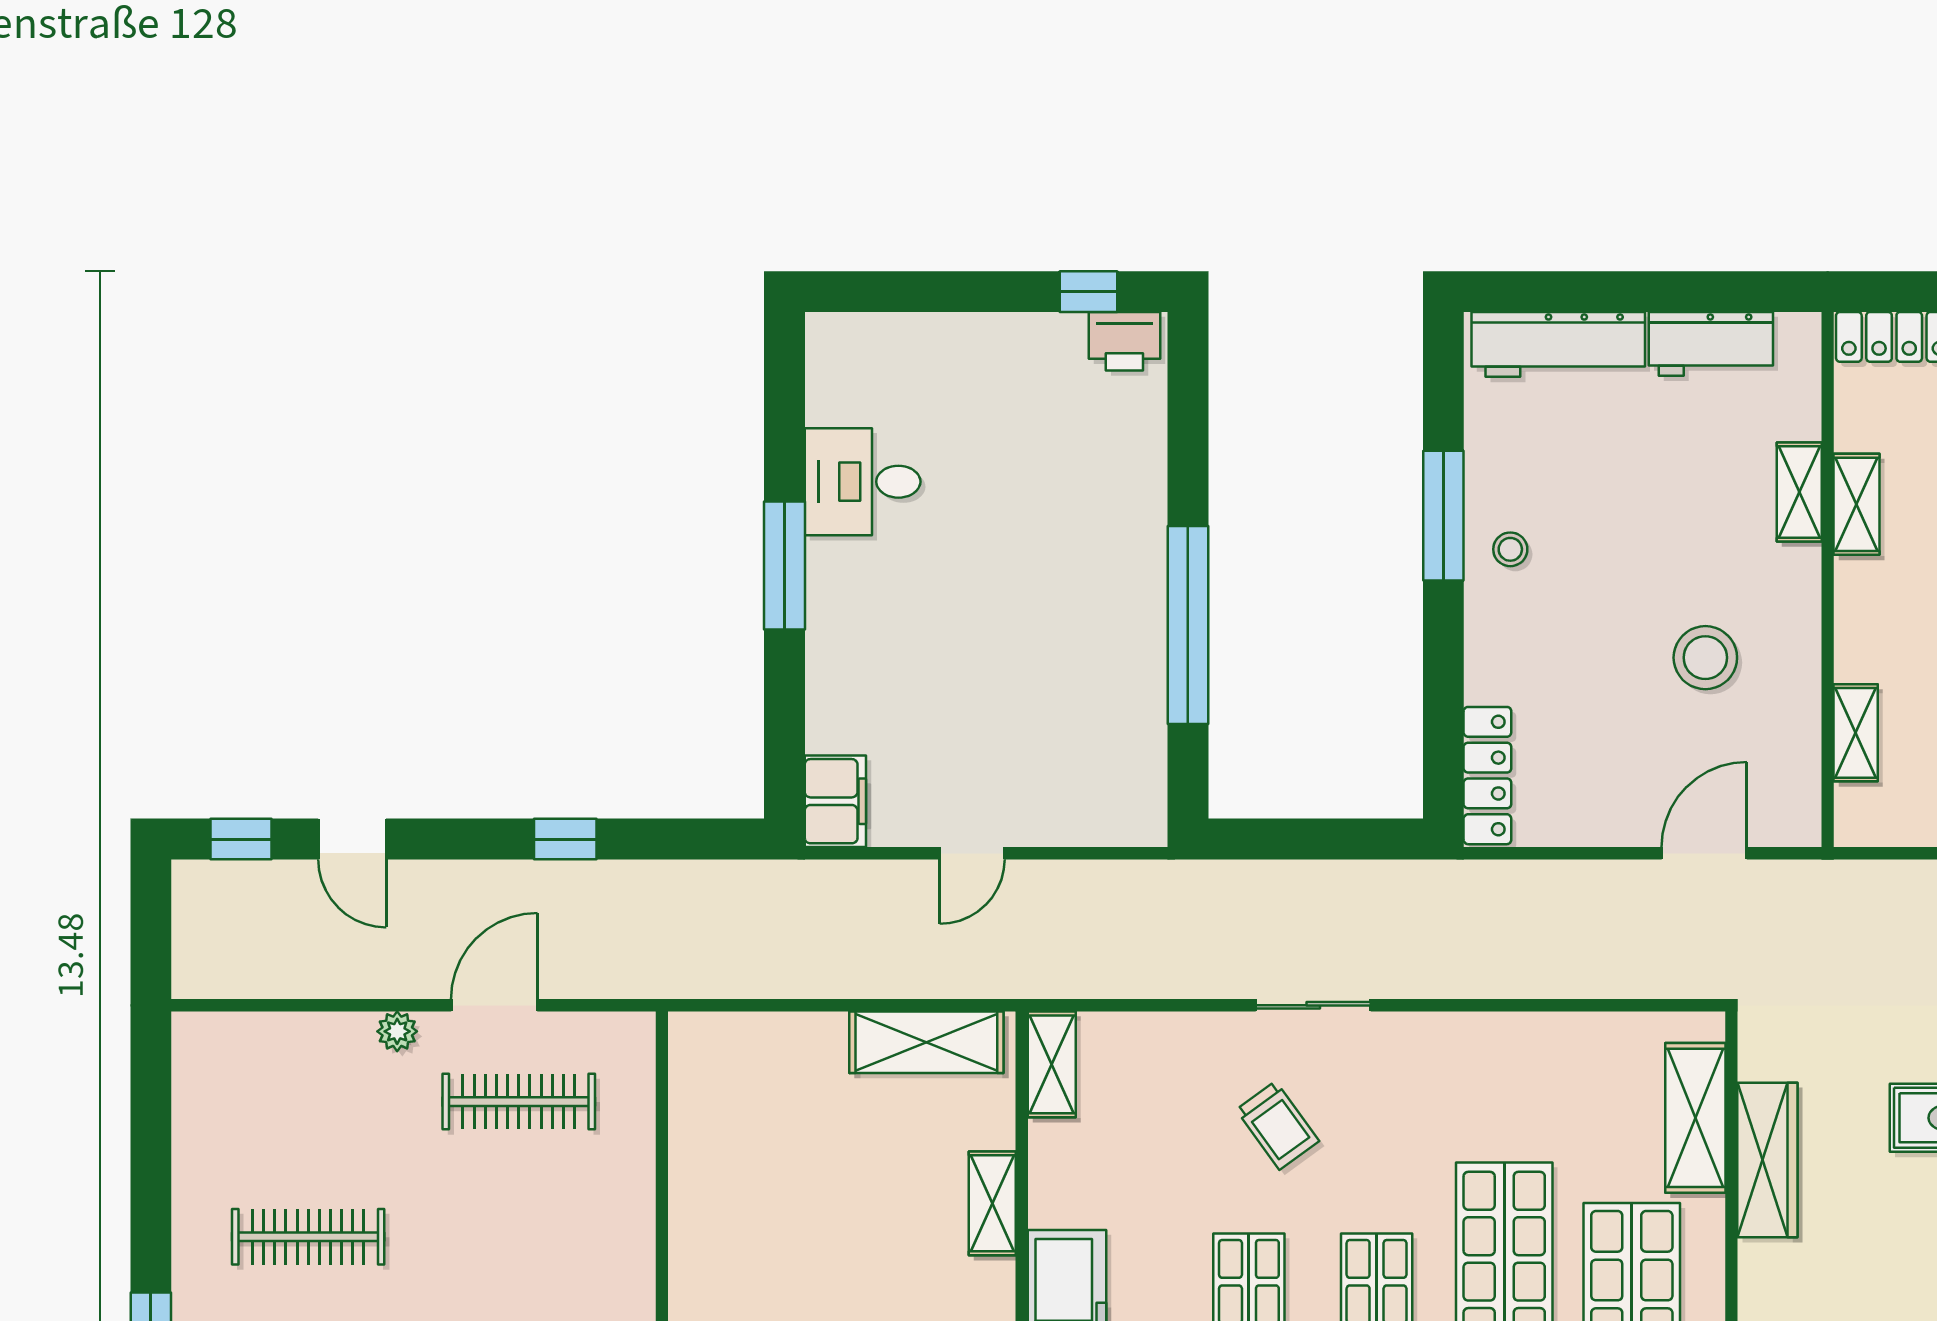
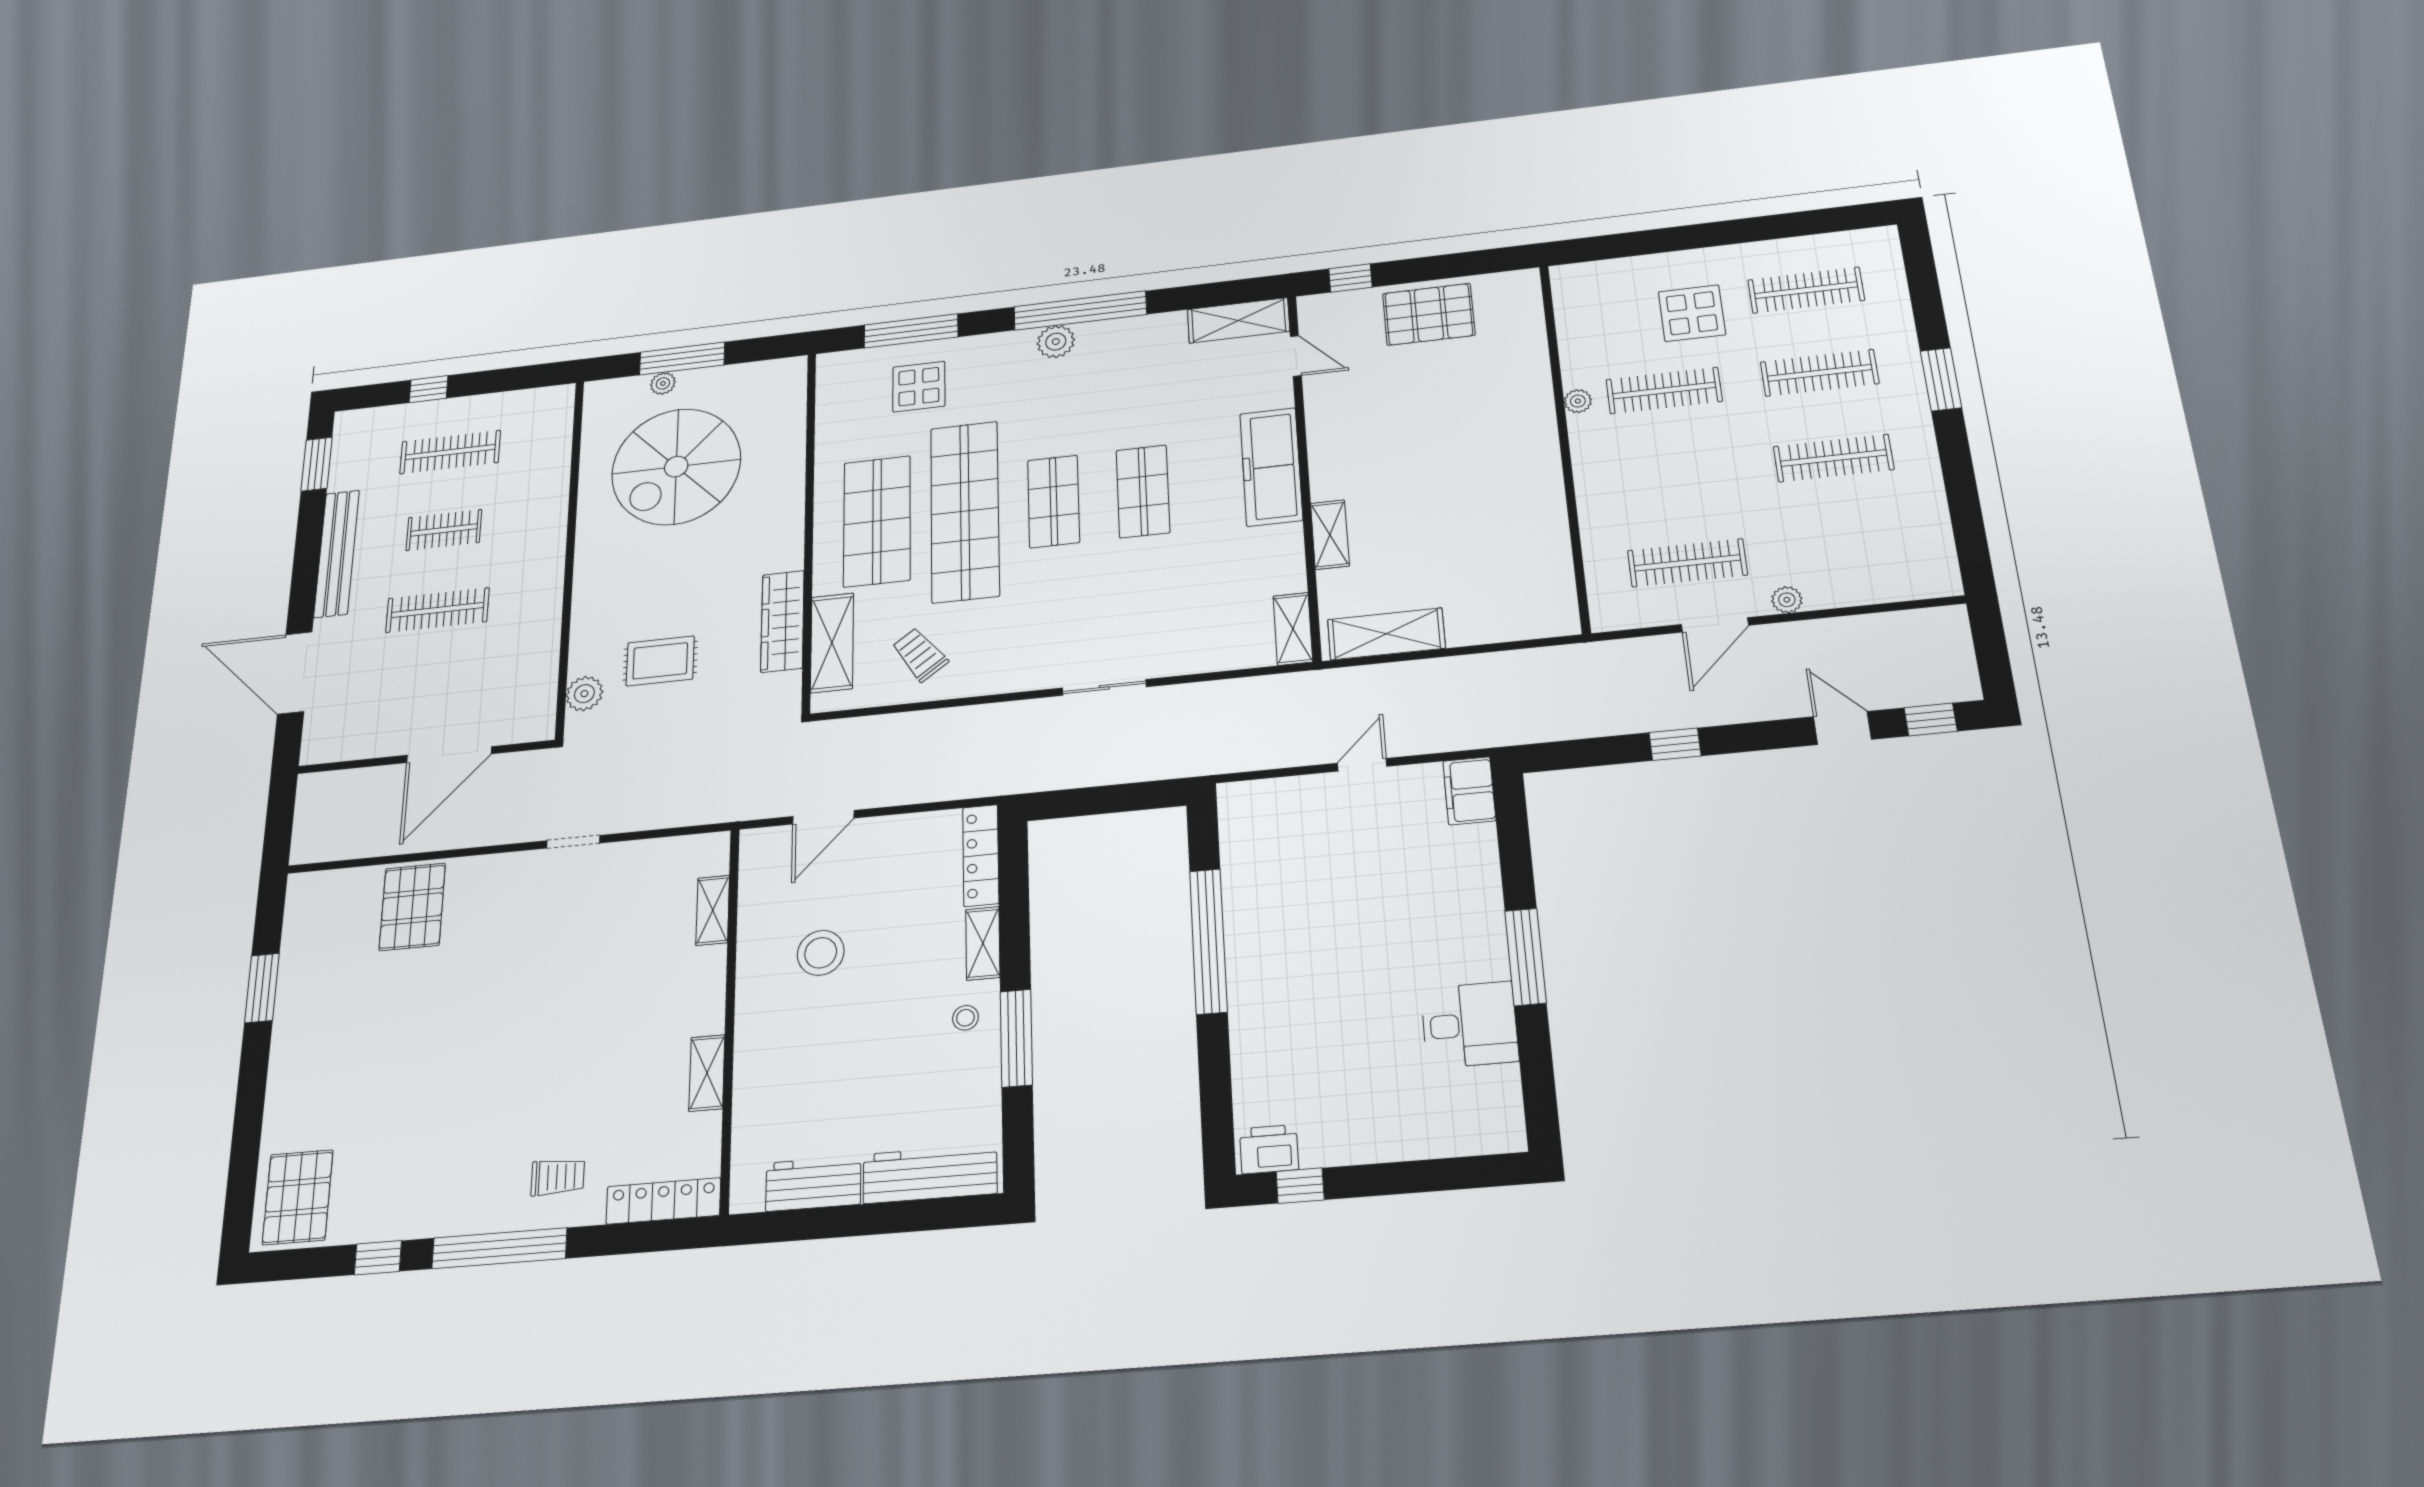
shelving: (1799, 492) -> (983, 943), moved
trolley: (1278, 1125) -> (920, 654), moved

